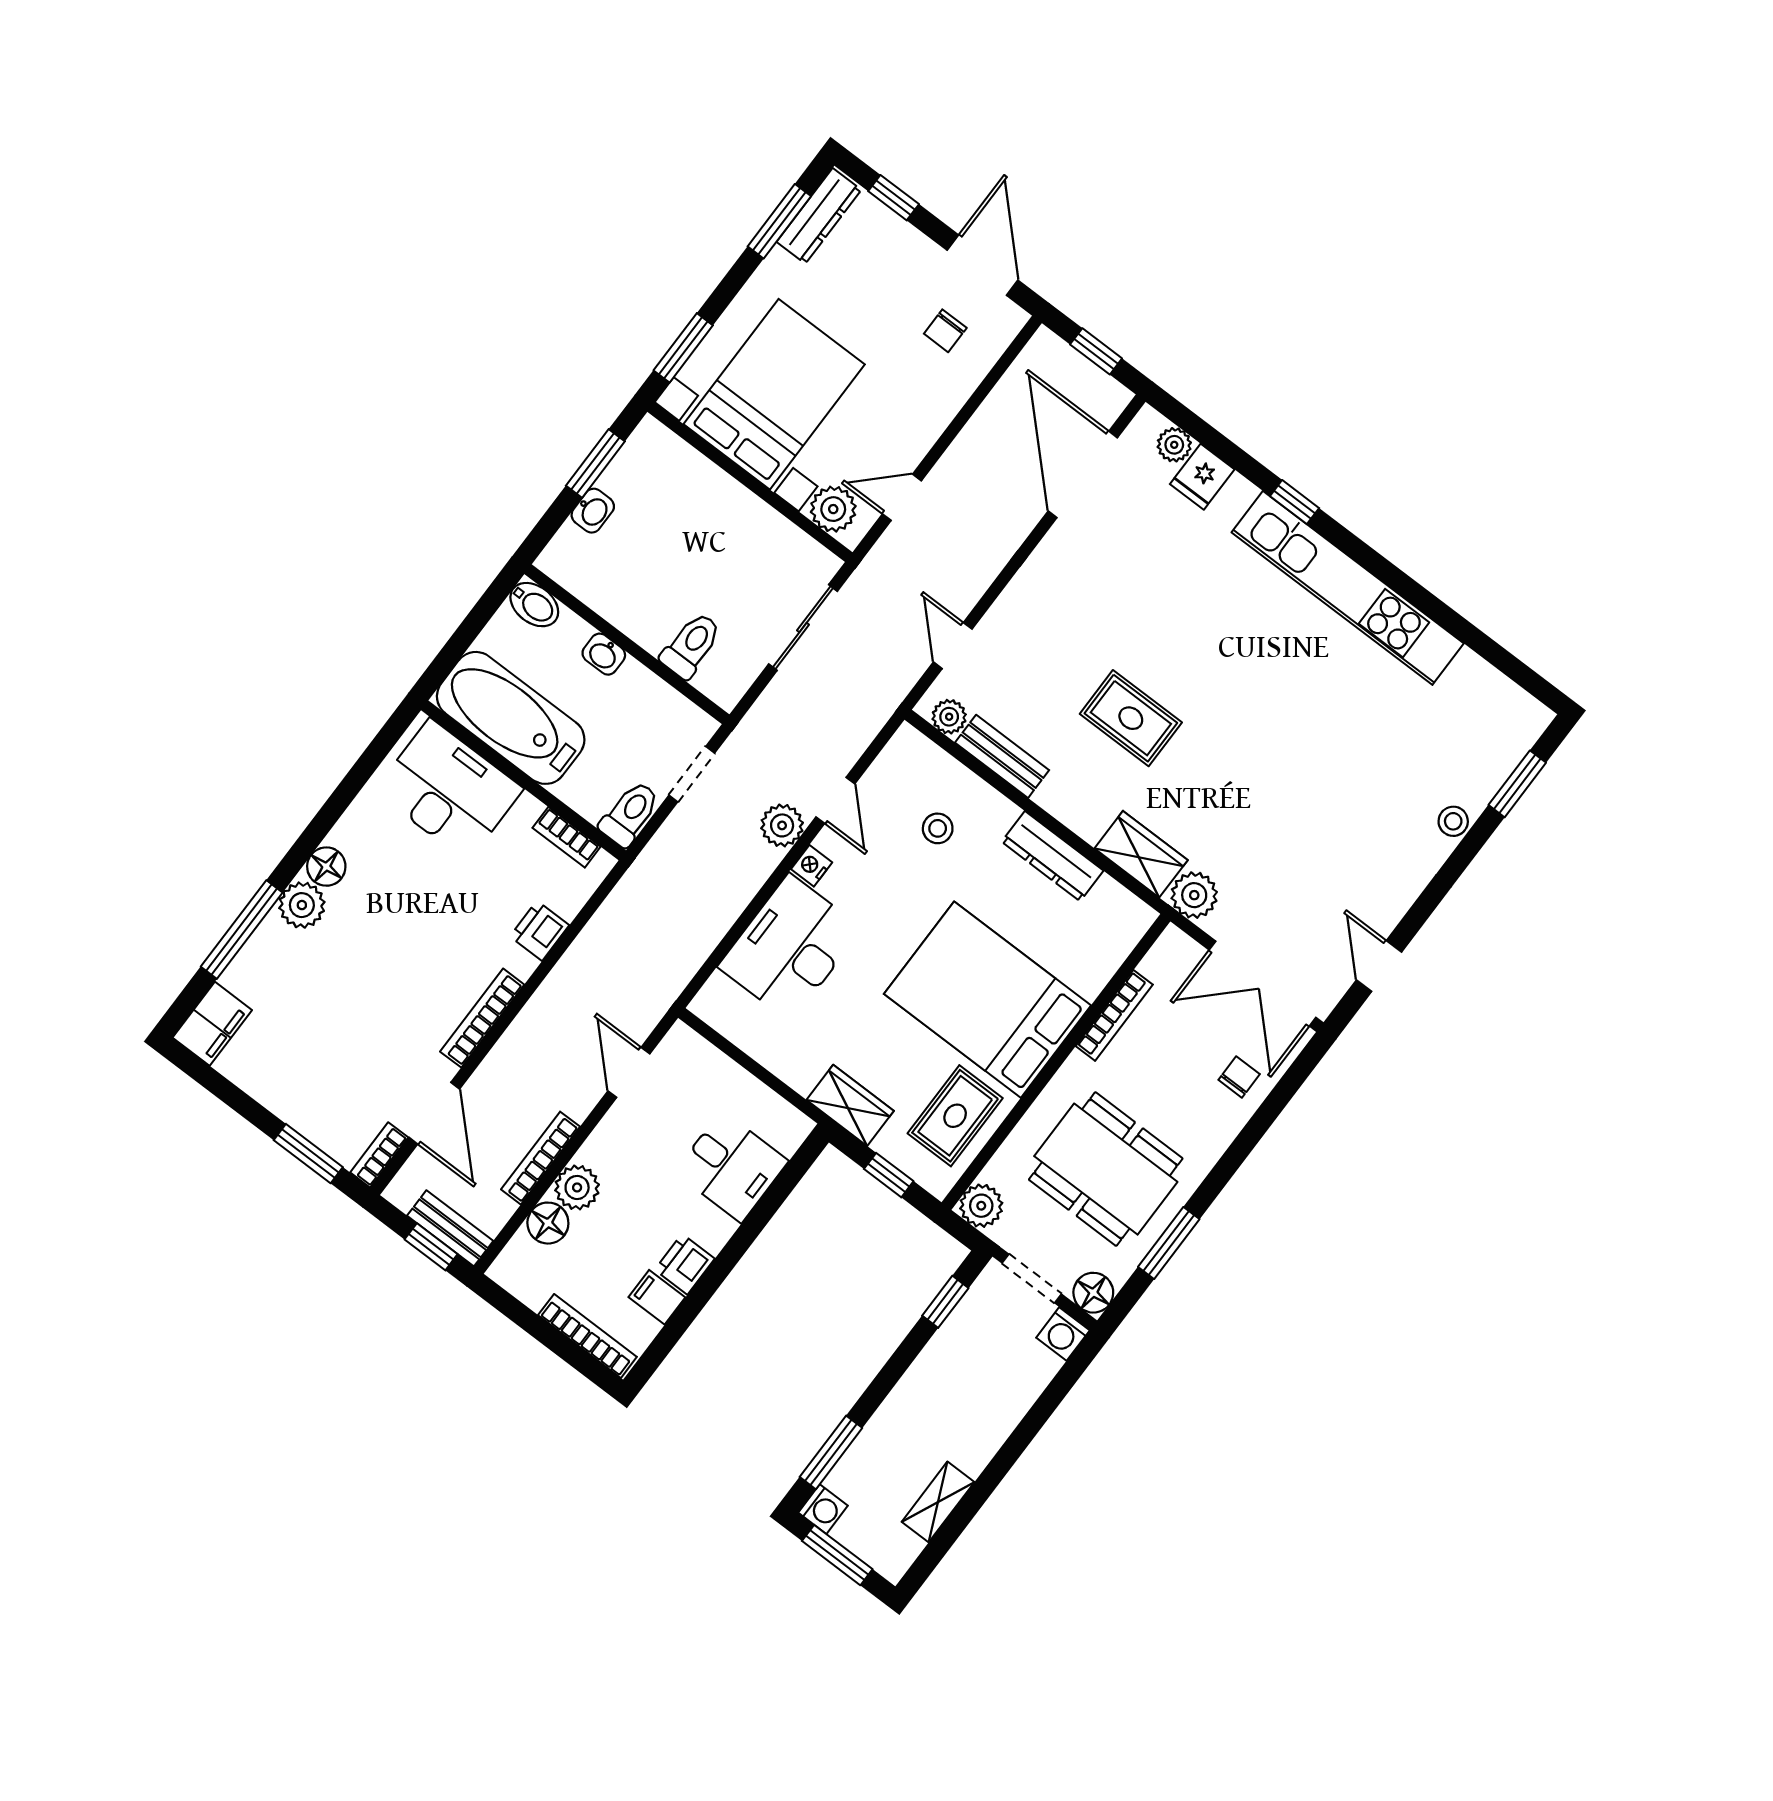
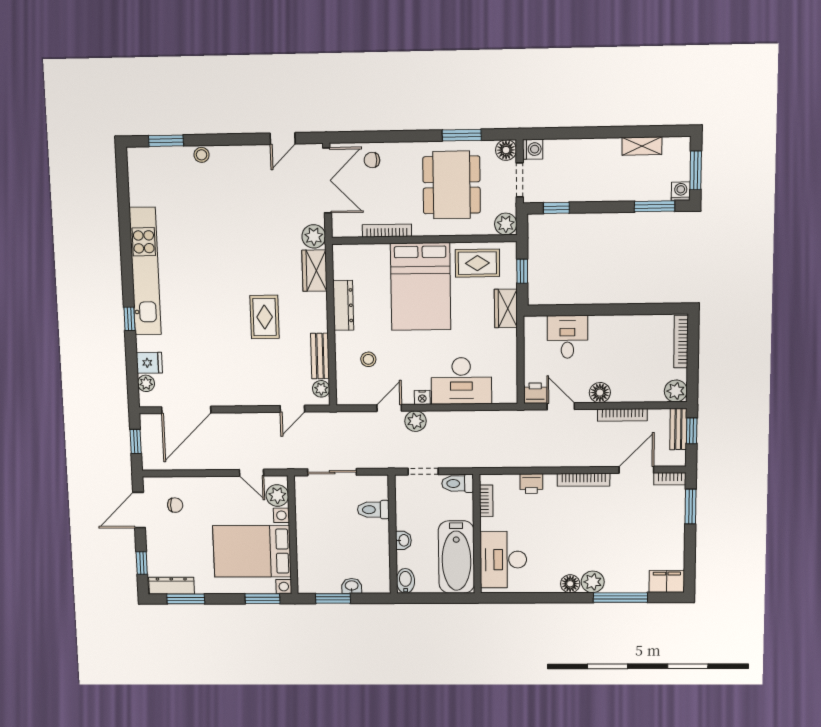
door: (629, 1072) -> (561, 406), swing flipped
plant: (577, 1187) -> (676, 391), moved
floor lamp: (548, 1223) -> (600, 393), moved
printer: (685, 1264) -> (535, 393), moved, turned 180
filing cabinet: (657, 1297) -> (644, 326), removed

